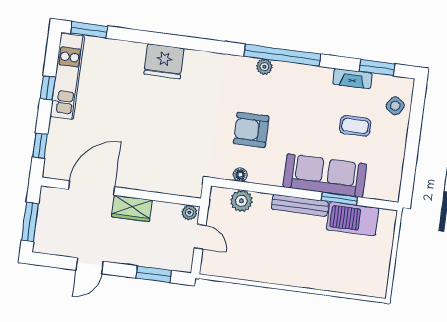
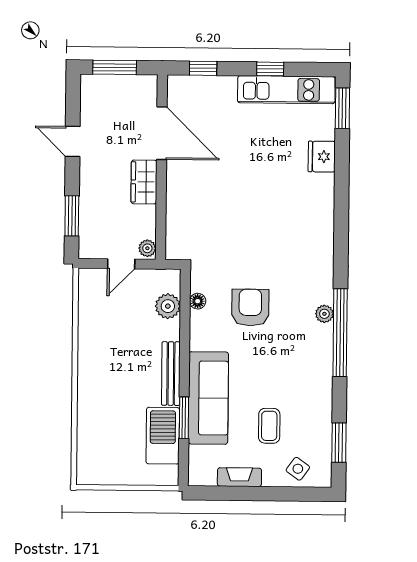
fridge: (164, 61) -> (322, 157), moved, width x0.73, depth x0.75
fireplace: (352, 79) -> (239, 477), moved, turned 90

